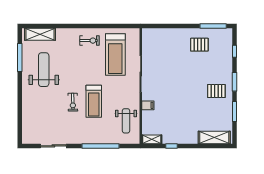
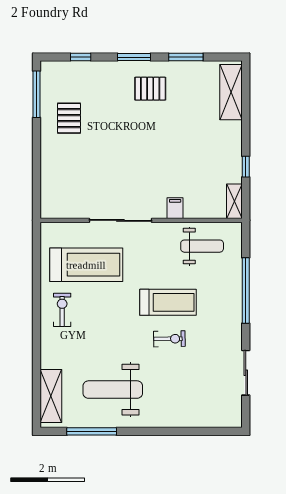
pallet: (216, 91) -> (150, 89), turned 90

